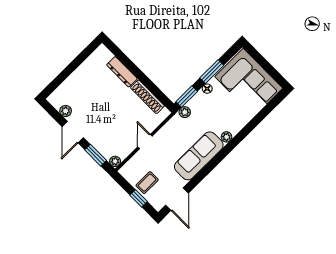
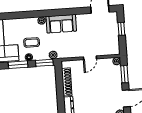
sofa: (199, 156) -> (61, 24), width x0.73
coffee table: (147, 183) -> (32, 42), moved

